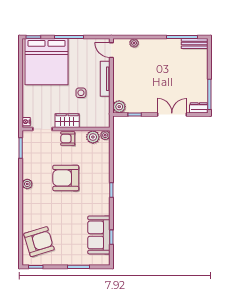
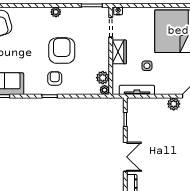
tv unit: (105, 79) -> (137, 90), moved
plant: (119, 107) -> (174, 104), moved
armchair: (68, 139) -> (55, 78), moved

